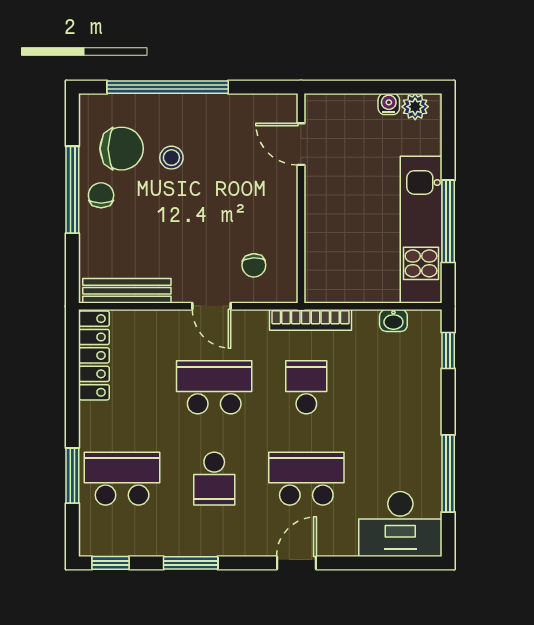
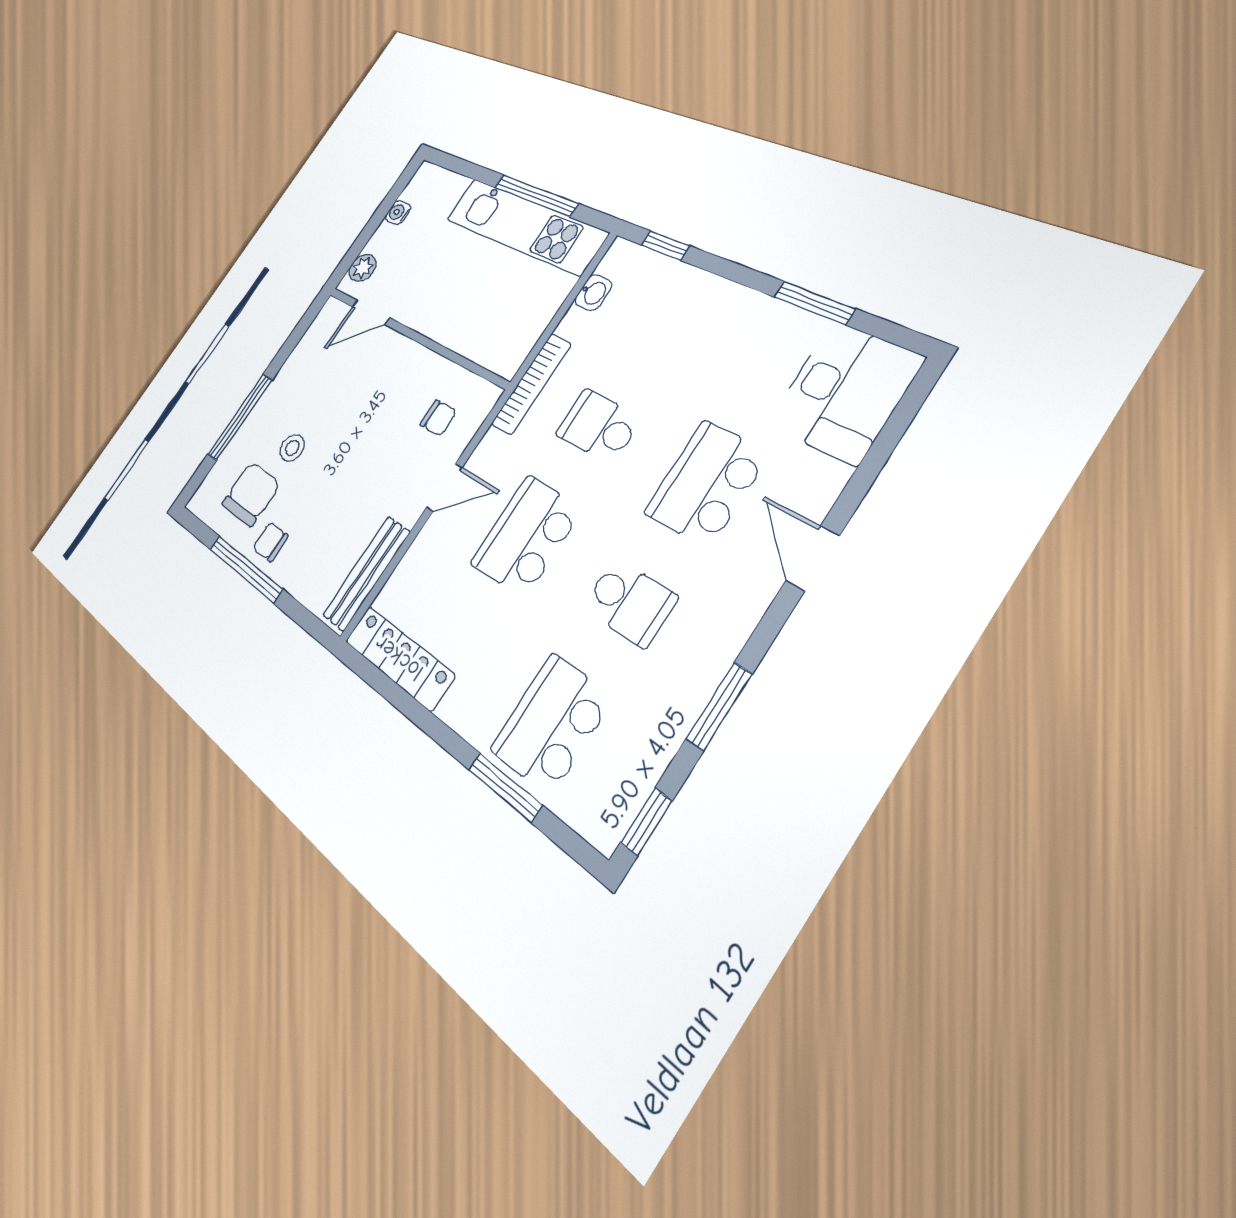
window: (168, 87) -> (240, 417), width x0.68
plant: (415, 107) -> (363, 268), moved
window: (448, 474) -> (814, 303), width x0.69

